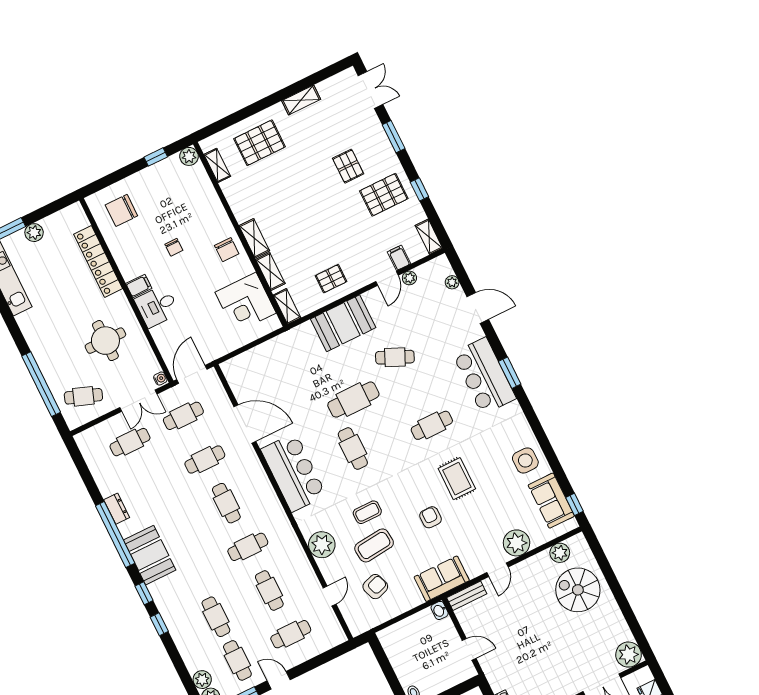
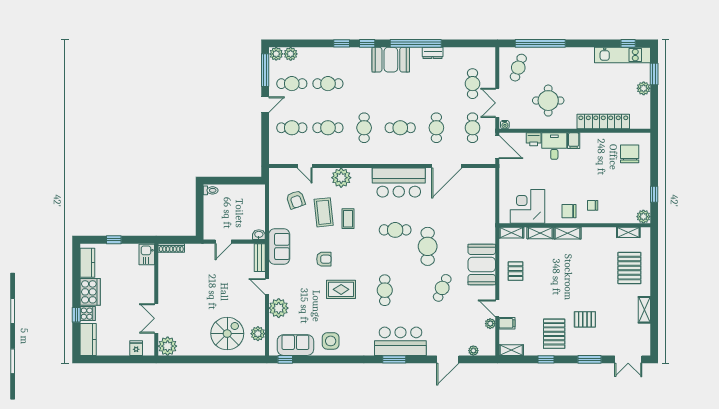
chair: (174, 247) -> (593, 205), moved
printer: (161, 335) -> (534, 139), added
cafe table: (291, 634) -> (292, 128), turned 90

